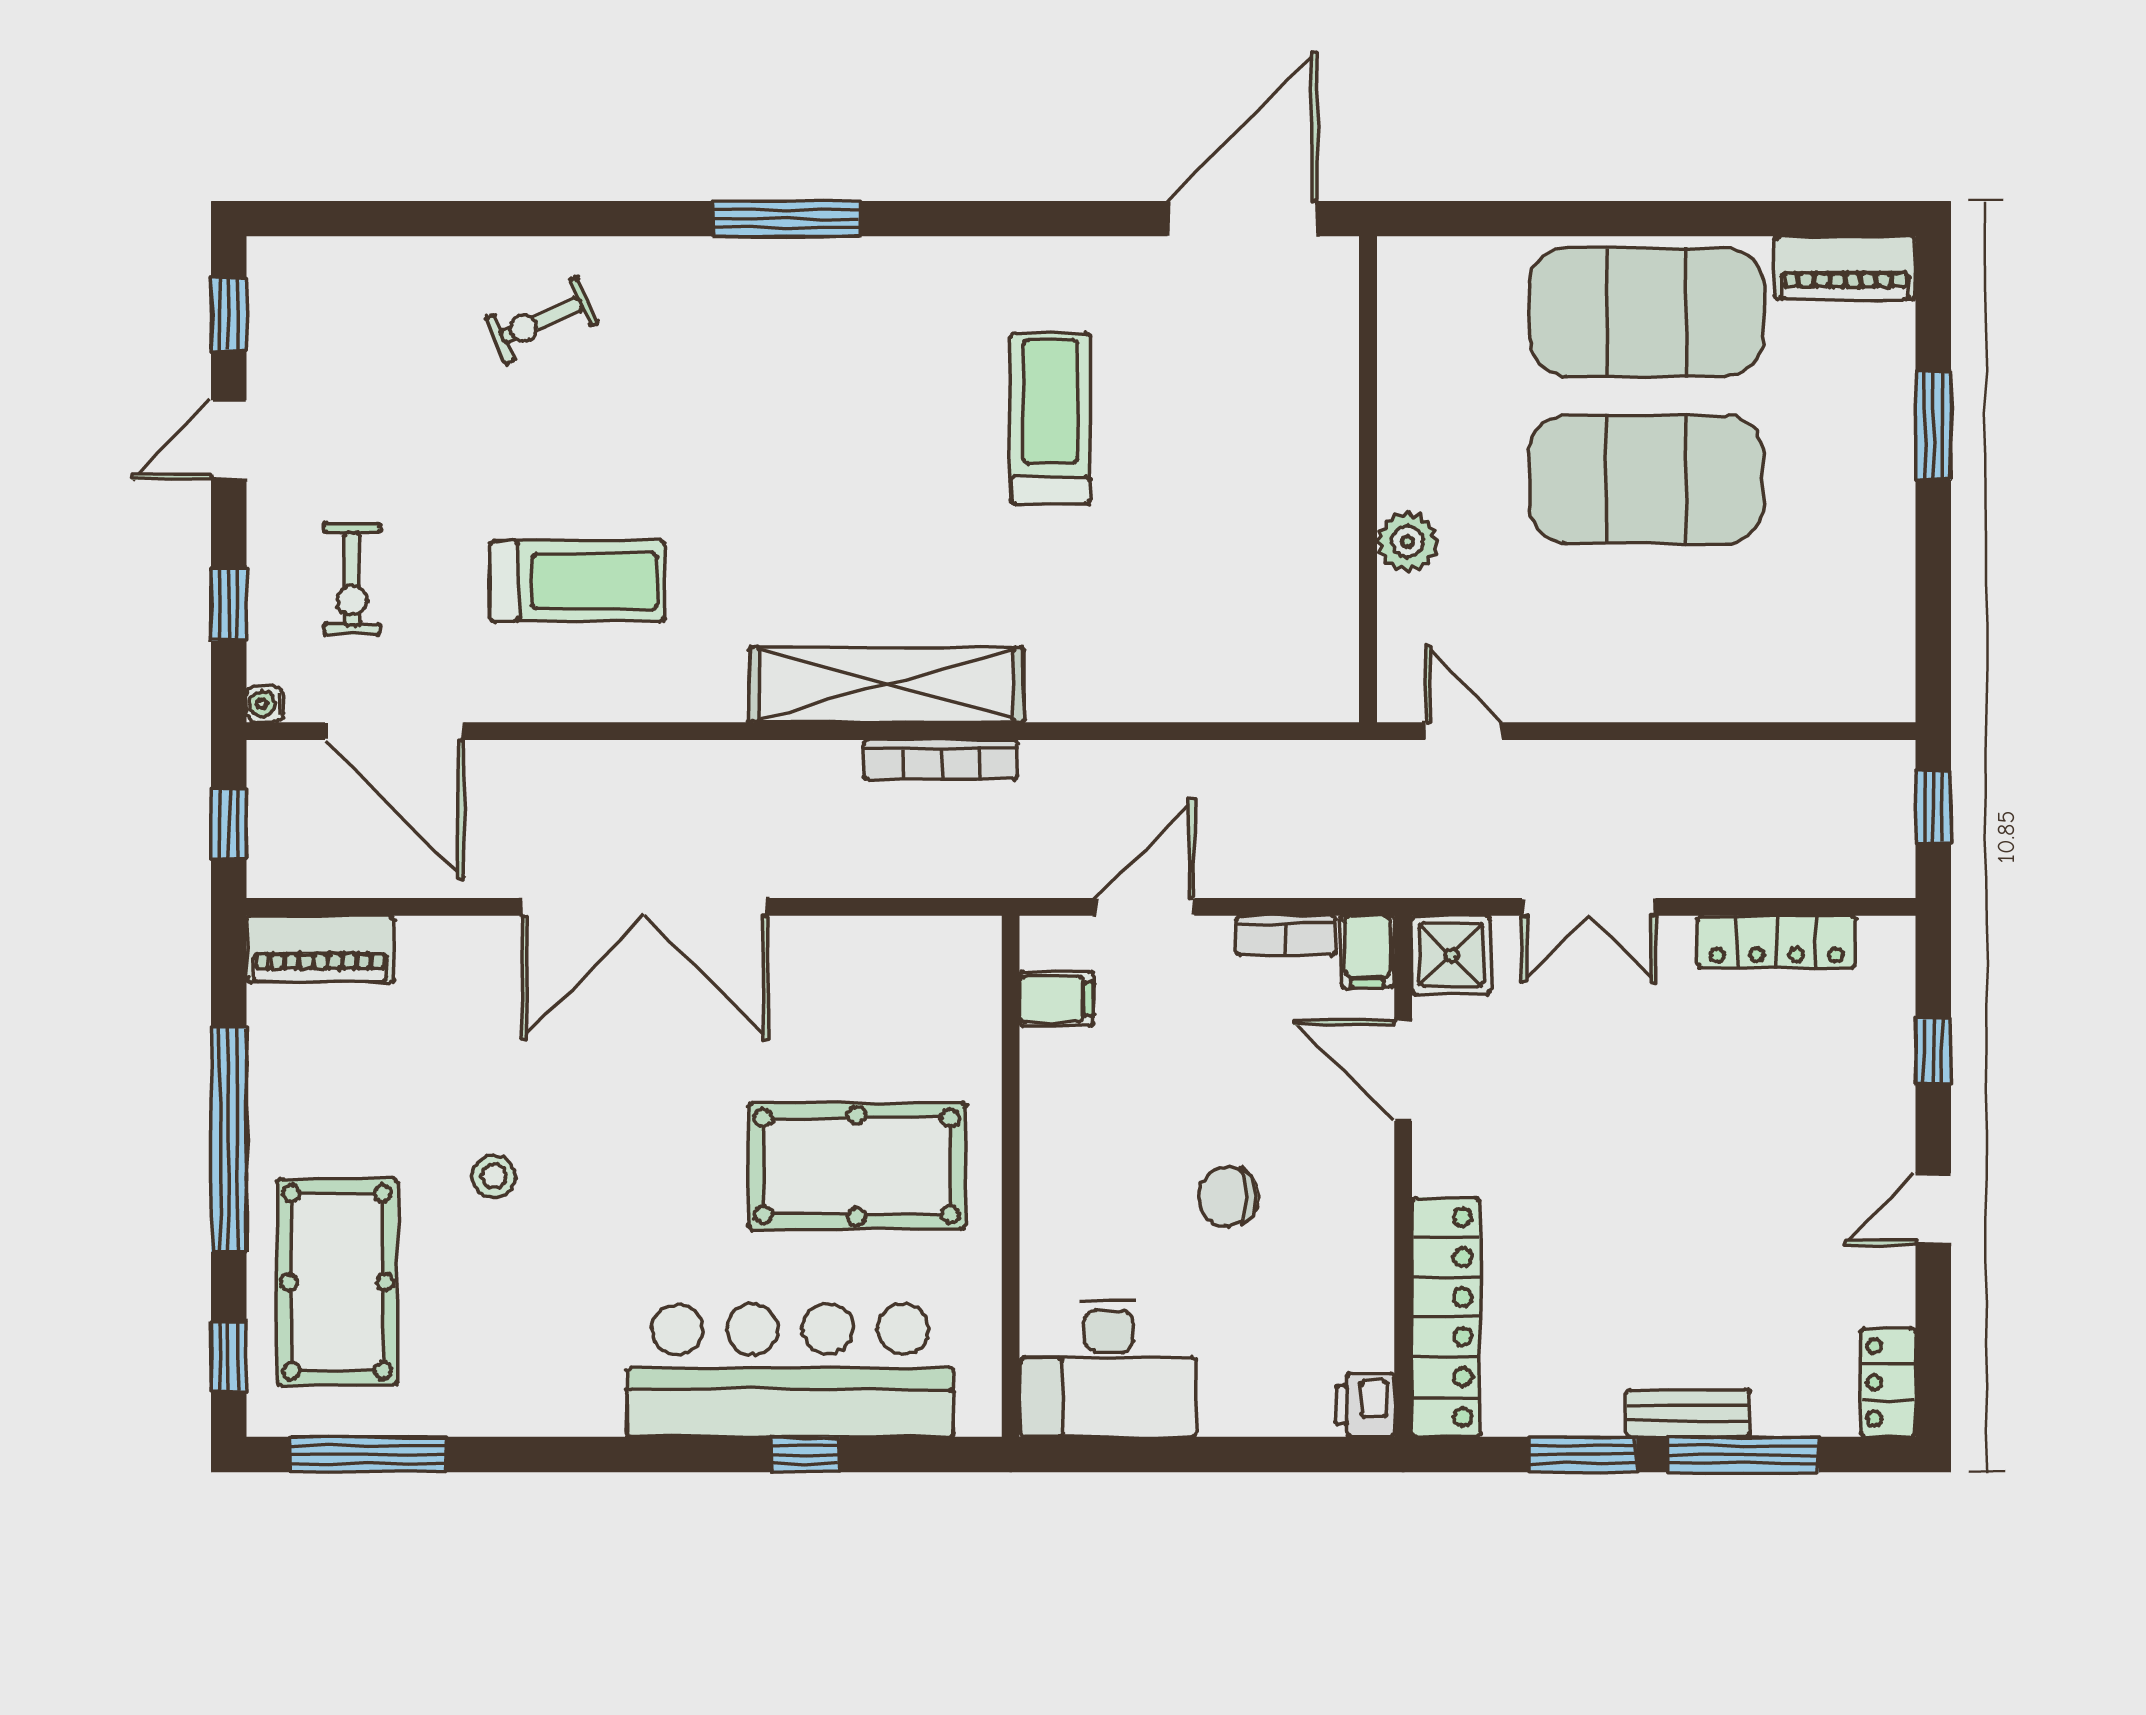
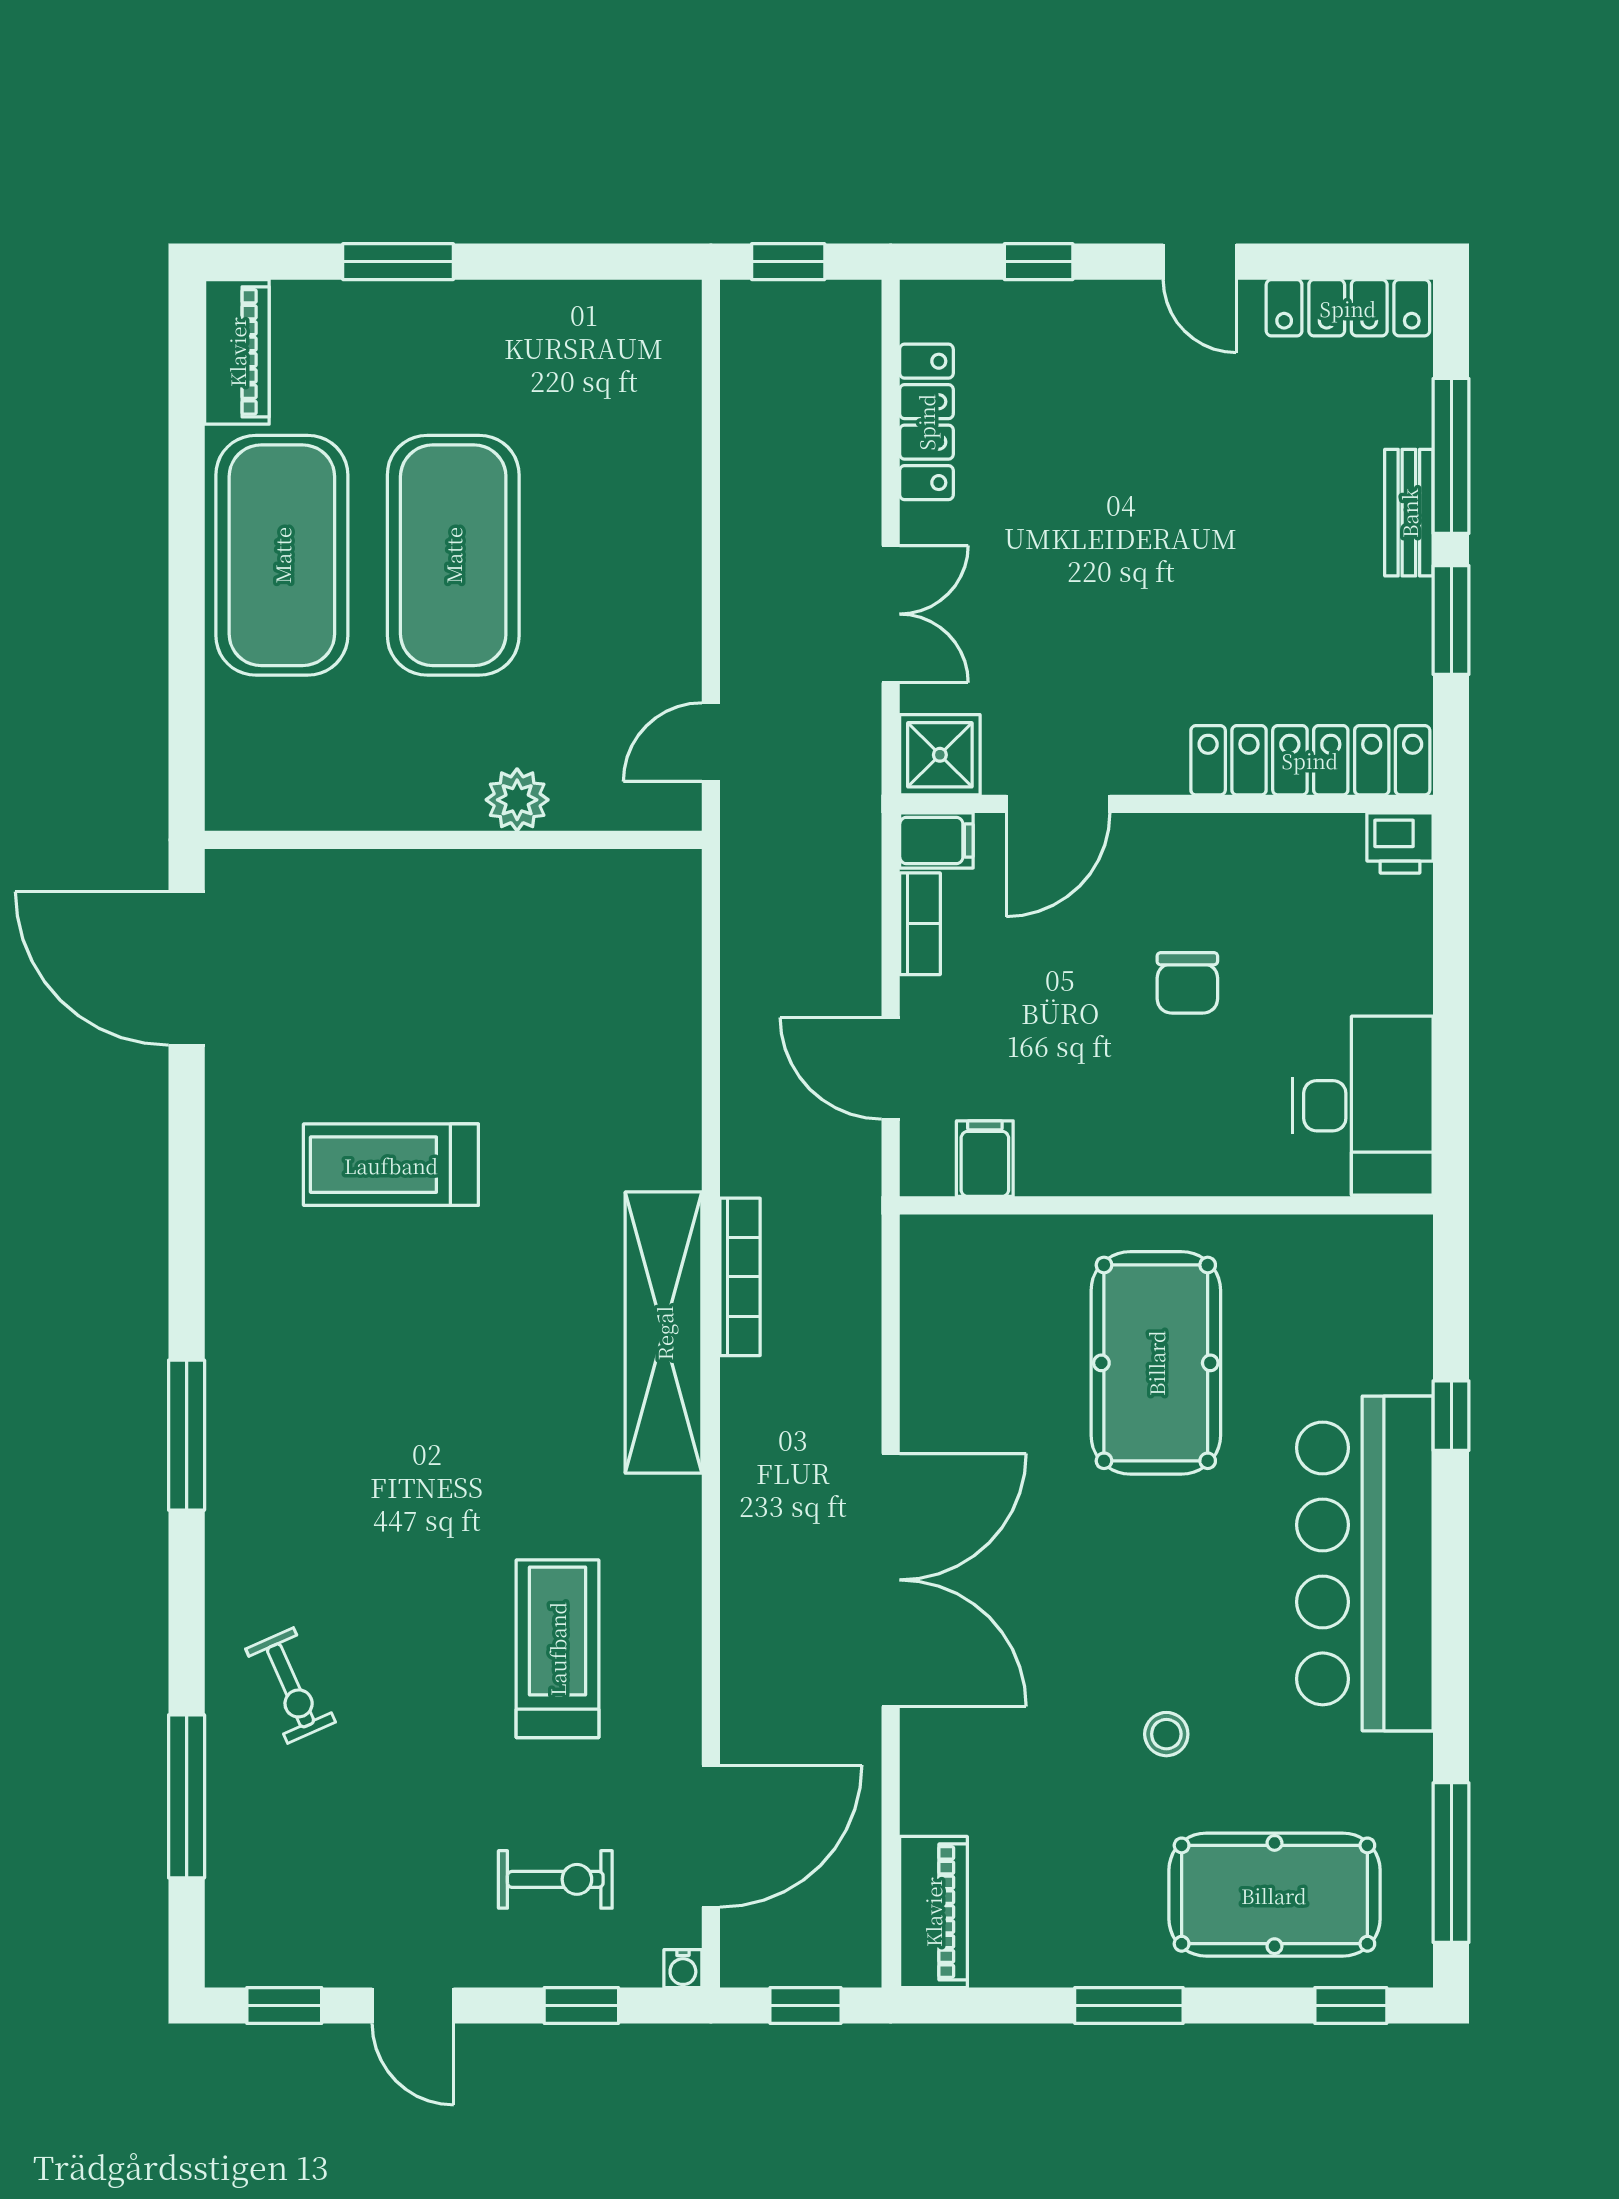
window: (433, 219) -> (187, 1796), added
window: (229, 1140) -> (1129, 2005), width x0.47
bar counter: (790, 1370) -> (1365, 1563), moved
locker: (1888, 1382) -> (1348, 308), width x1.53

